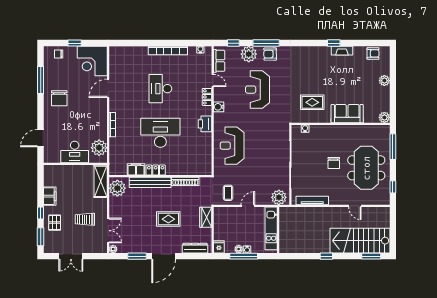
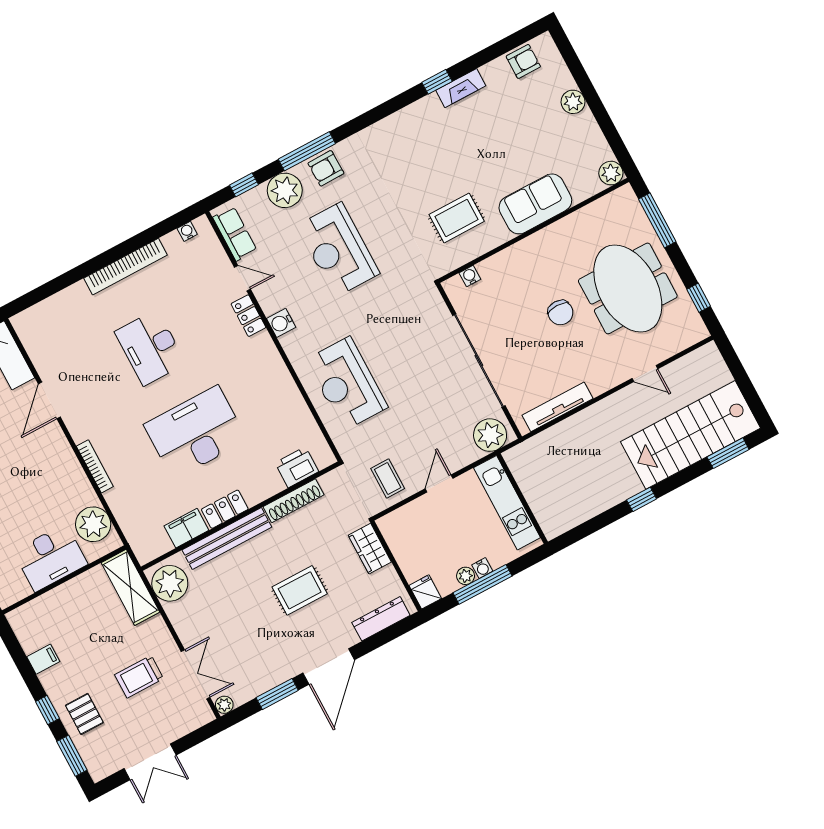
printer: (205, 124) -> (297, 467), moved, turned 90
filing cabinet: (50, 196) -> (43, 659), width x0.50

